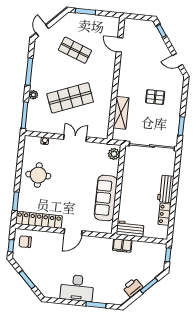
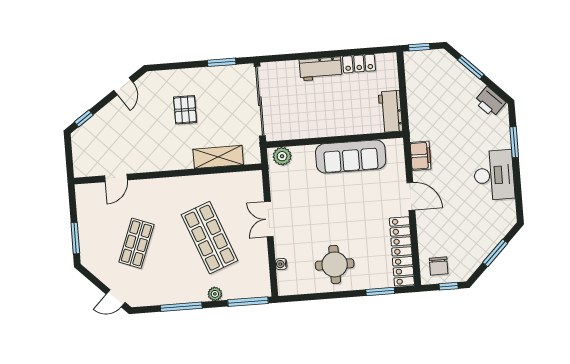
filing cabinet: (122, 245) -> (421, 156), moved
printer: (133, 287) -> (490, 102), moved

